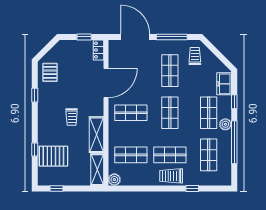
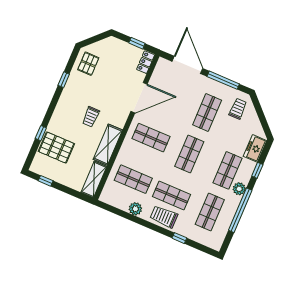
plant: (114, 180) -> (135, 209), moved

